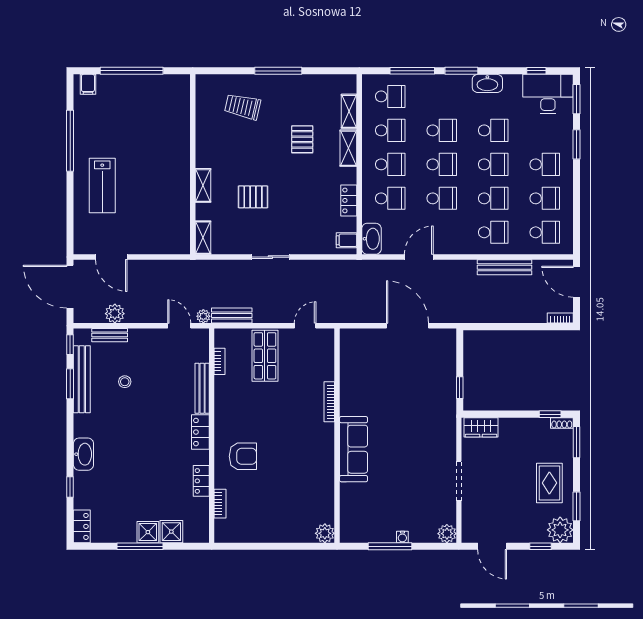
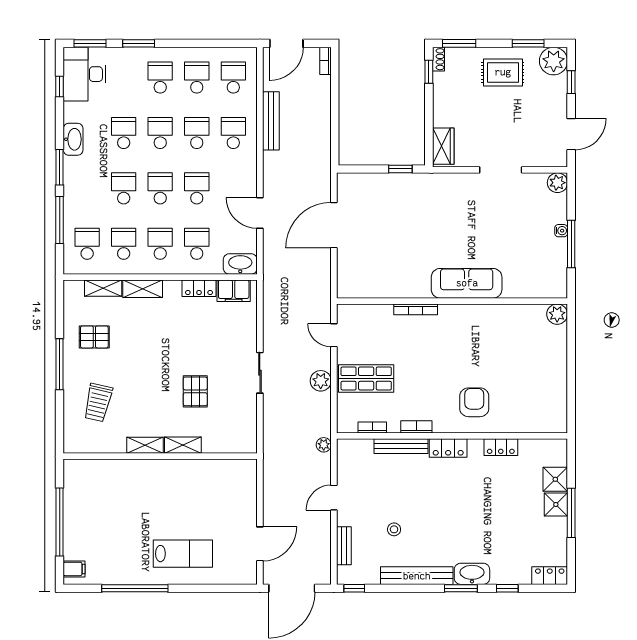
pallet: (302, 139) -> (94, 337), moved
shelving: (203, 238) -> (145, 445), moved
filing cabinet: (347, 240) -> (234, 291), width x2.00
plant: (115, 314) -> (321, 381), moved
bench: (232, 315) -> (323, 414), removed
door: (179, 326) -> (334, 498), moved
bench: (82, 379) -> (417, 576), moved
window: (70, 384) -> (461, 588), moved
bookcase: (220, 504) -> (416, 427), moved

